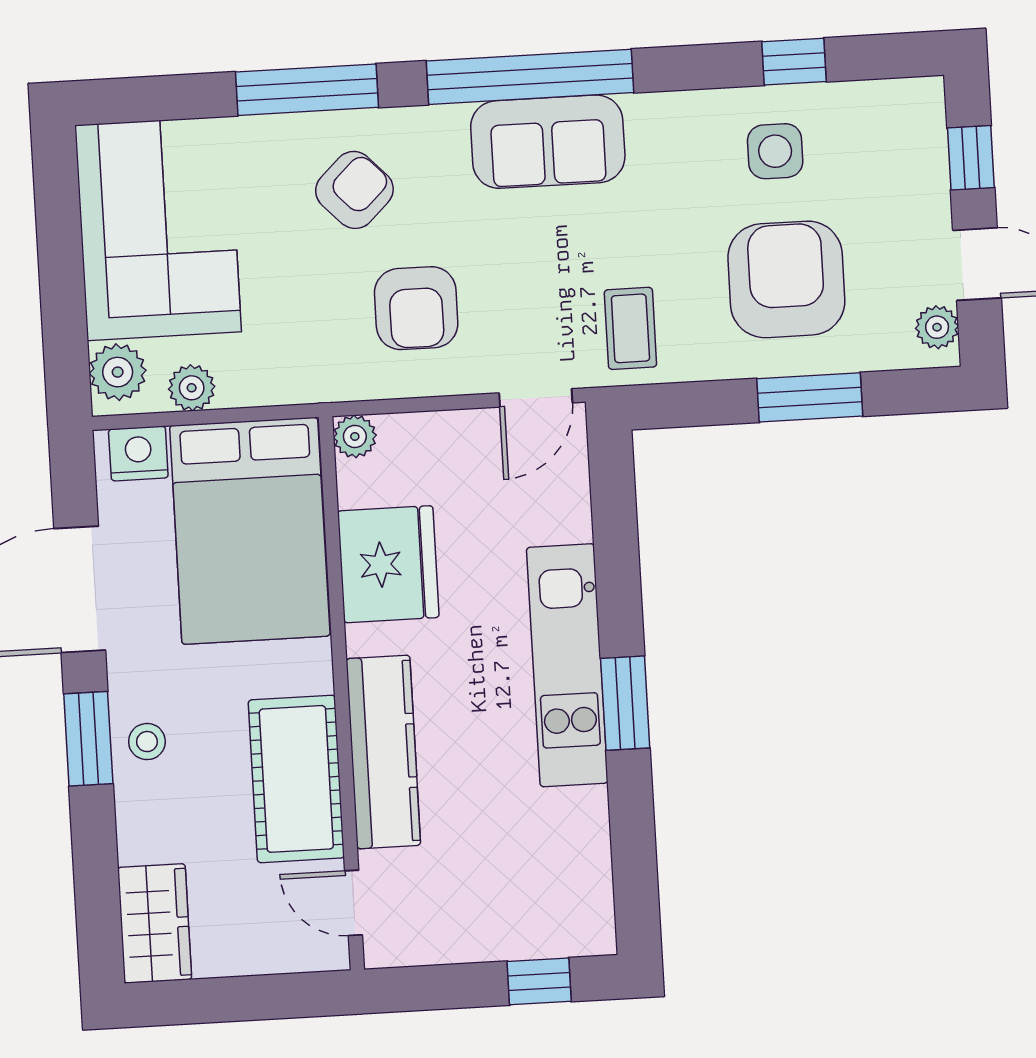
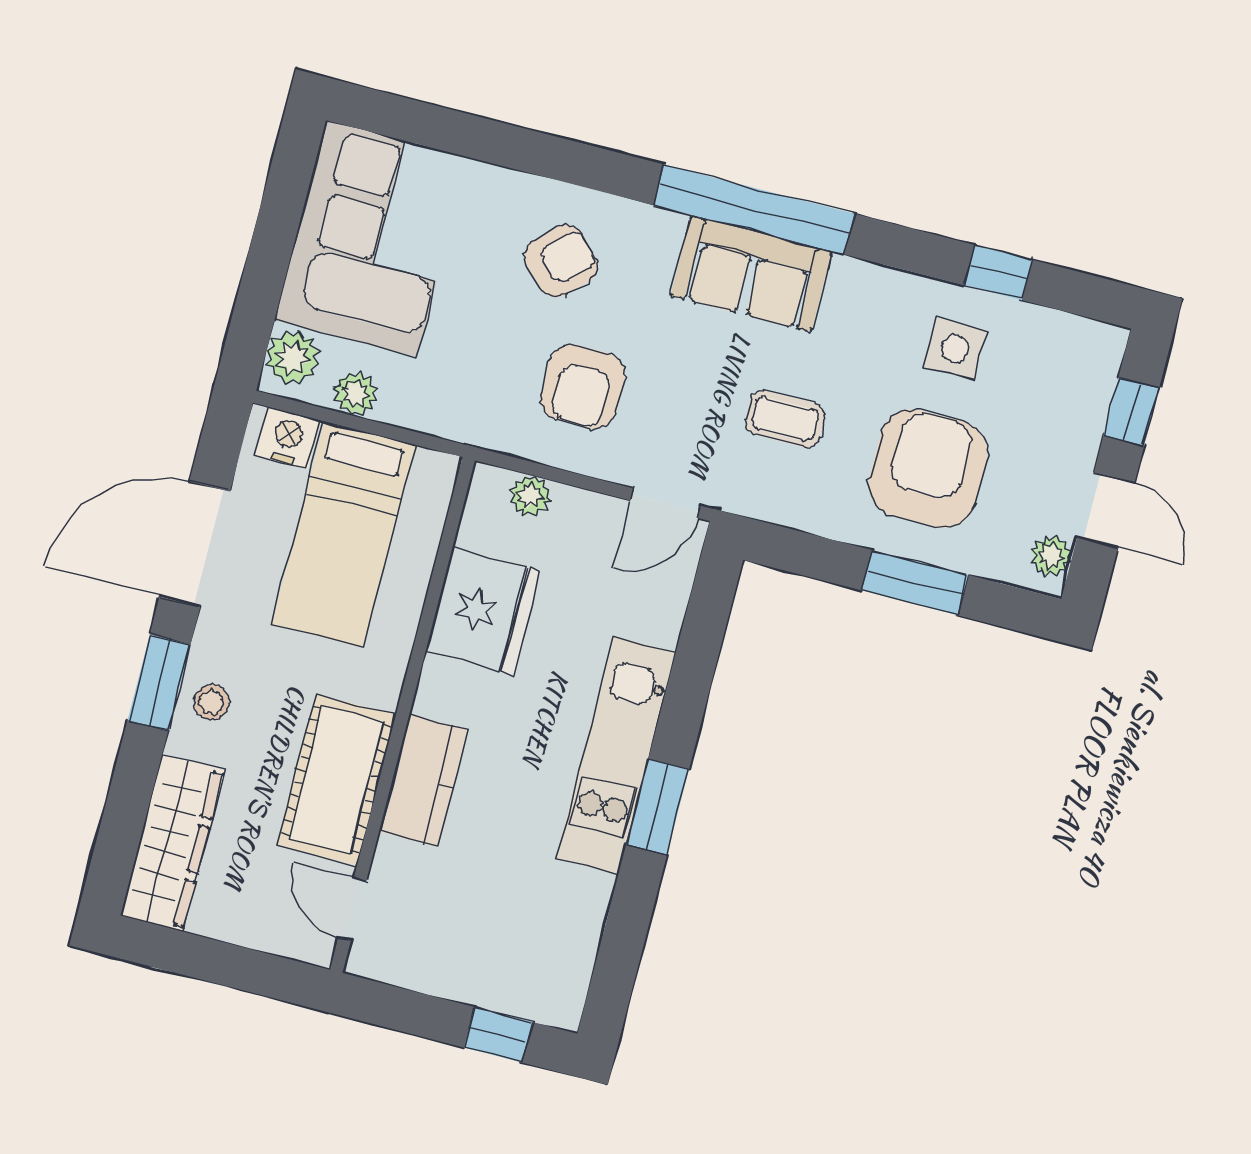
window: (307, 90) -> (547, 156), removed
coffee table: (630, 328) -> (785, 419), moved, turned 90
plant: (355, 436) -> (530, 496), moved
bed: (250, 531) -> (344, 535), width x0.67
kitchen counter: (383, 752) -> (423, 781), width x0.67
wardrobe: (155, 923) -> (172, 843), width x1.50

